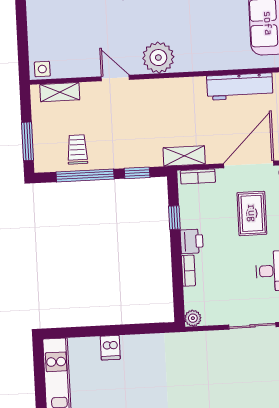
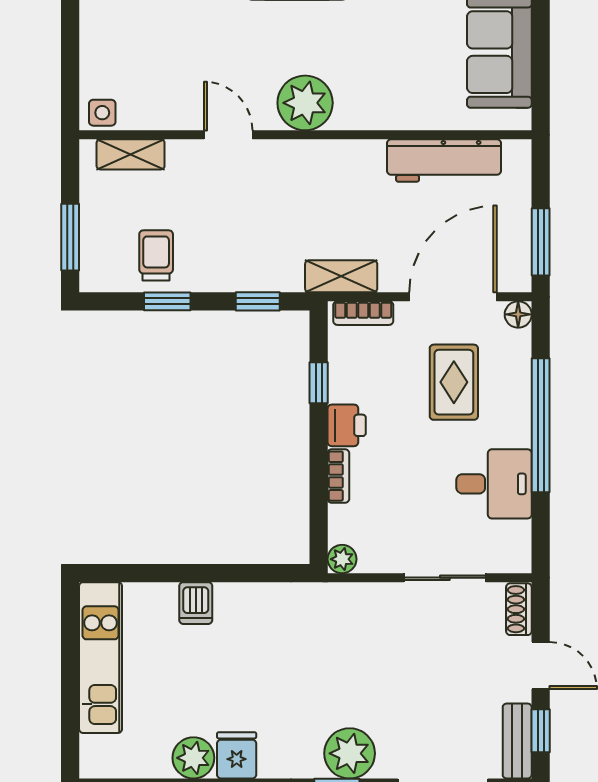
window: (85, 175) -> (167, 301), width x0.46

